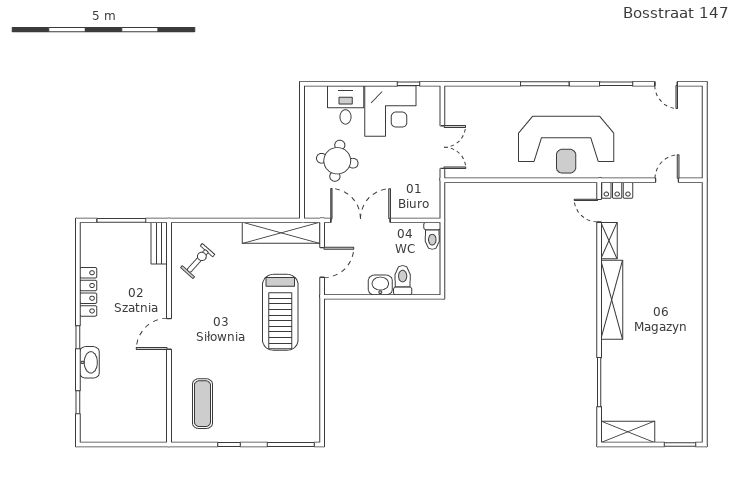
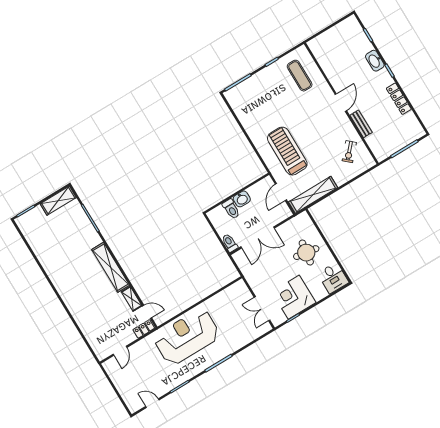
desk: (346, 105) -> (333, 278), moved
double door: (442, 147) -> (262, 309), moved
double door: (361, 220) -> (258, 238), moved
bench: (159, 243) -> (361, 124), moved

